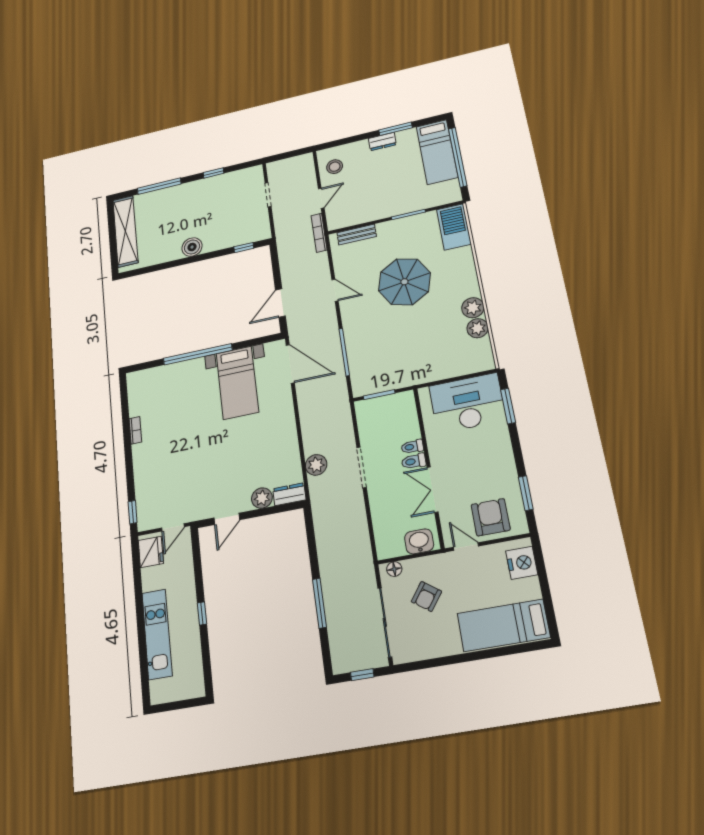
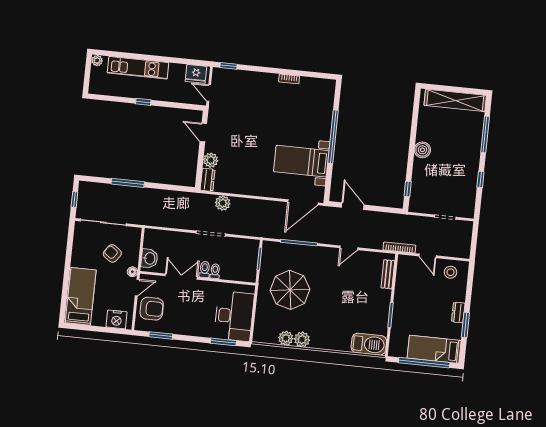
parasol: (404, 282) -> (290, 290), moved
floor lamp: (394, 569) -> (132, 272), moved
plant: (158, 696) -> (97, 61), added

